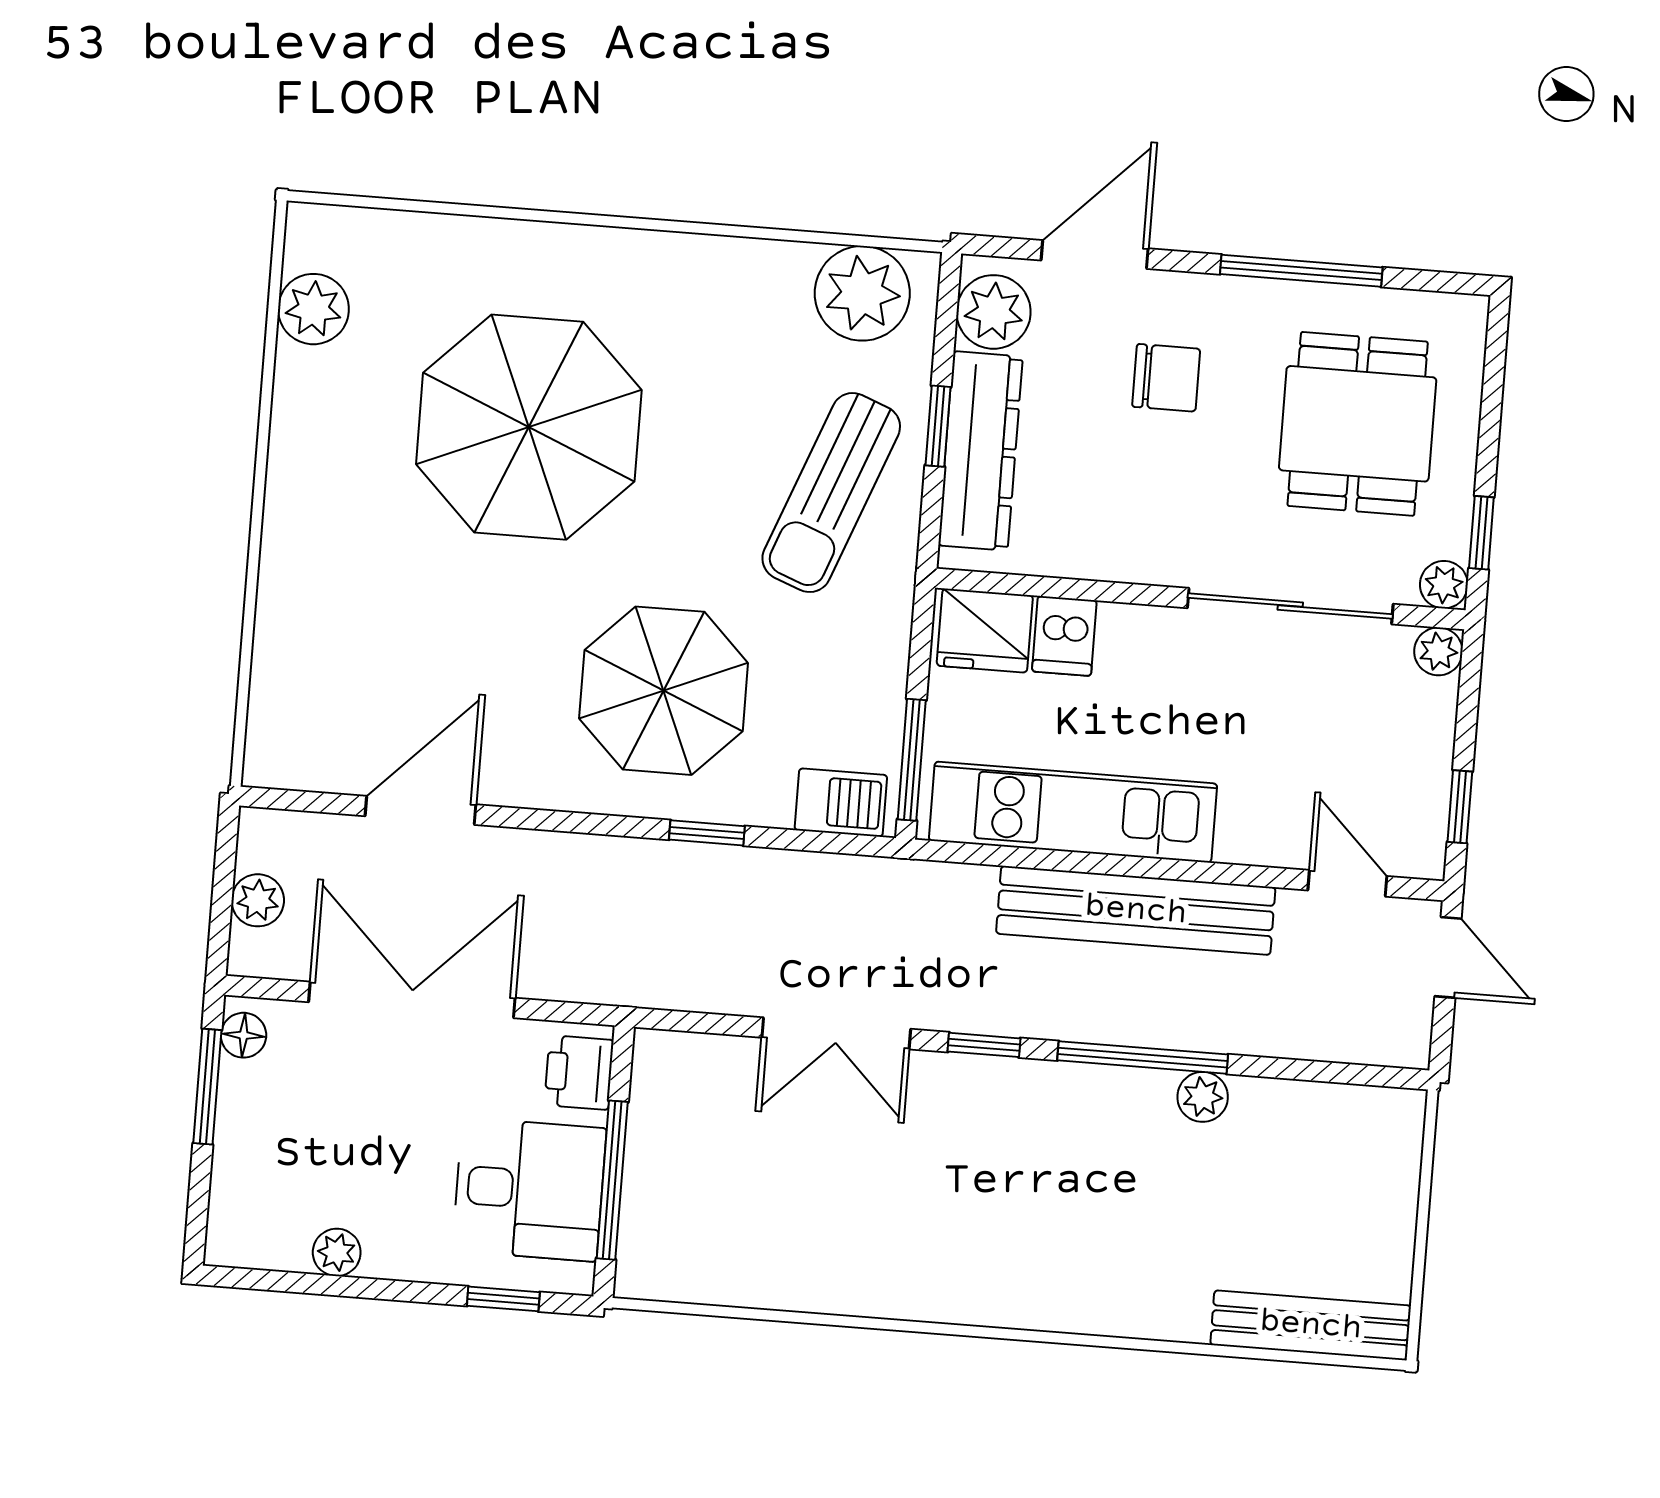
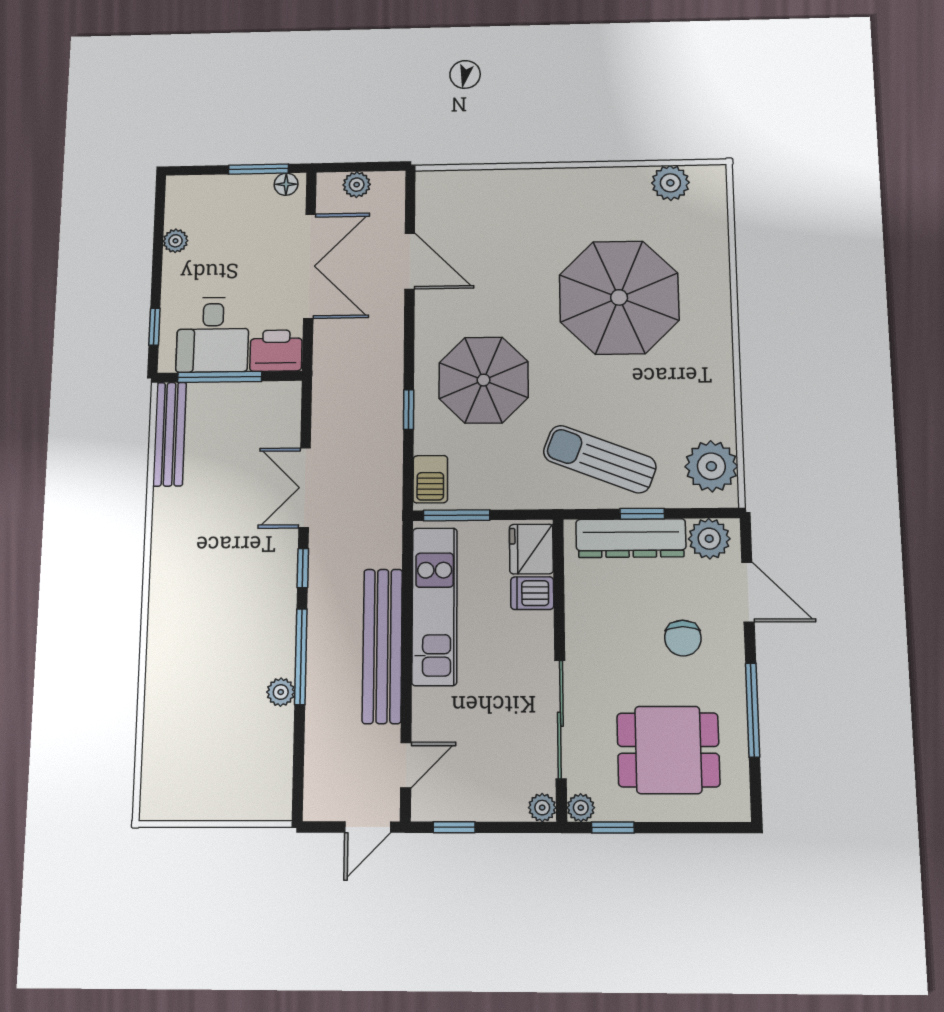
printer: (579, 1073) -> (276, 351), width x1.36, depth x1.24
bench: (1311, 1325) -> (170, 434), moved

